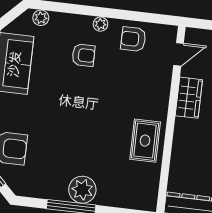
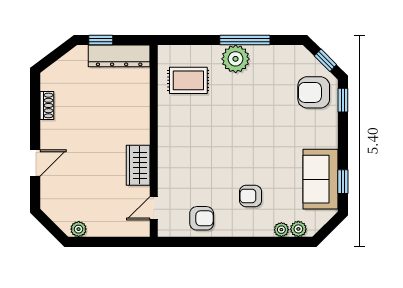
plant: (100, 24) -> (281, 230), moved
rug: (145, 141) -> (188, 80), moved, turned 90

